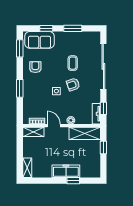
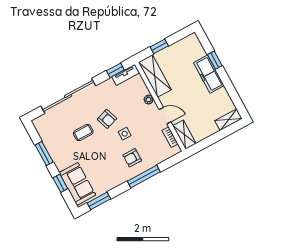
armchair: (35, 67) -> (132, 158), moved
window: (20, 88) -> (144, 177), width x1.44
door: (54, 126) -> (165, 116), swing flipped

